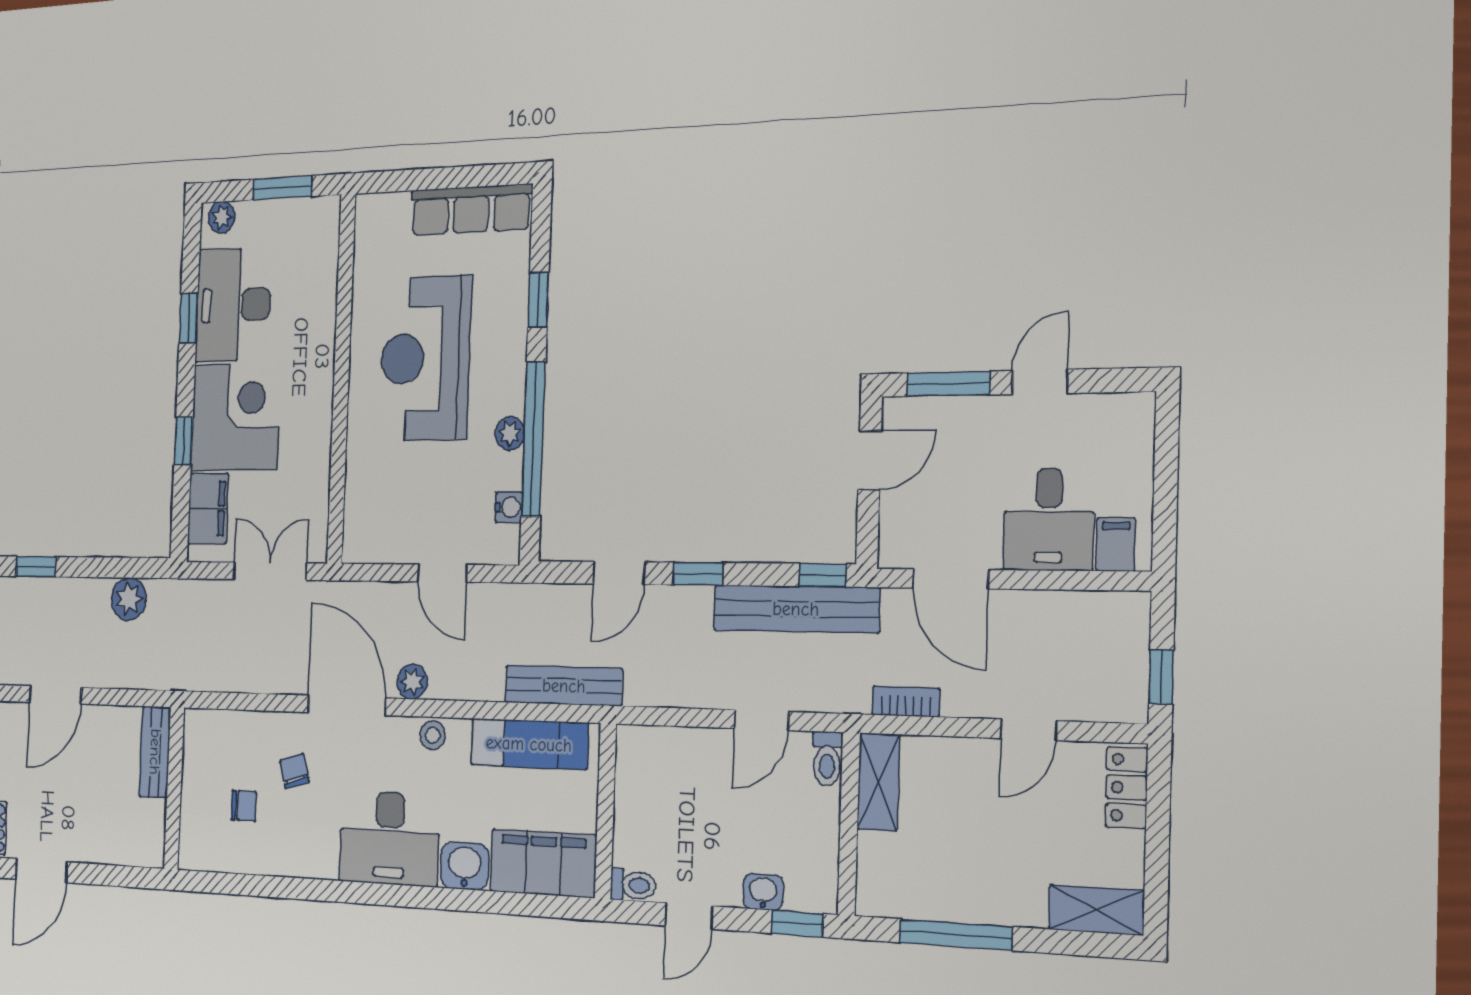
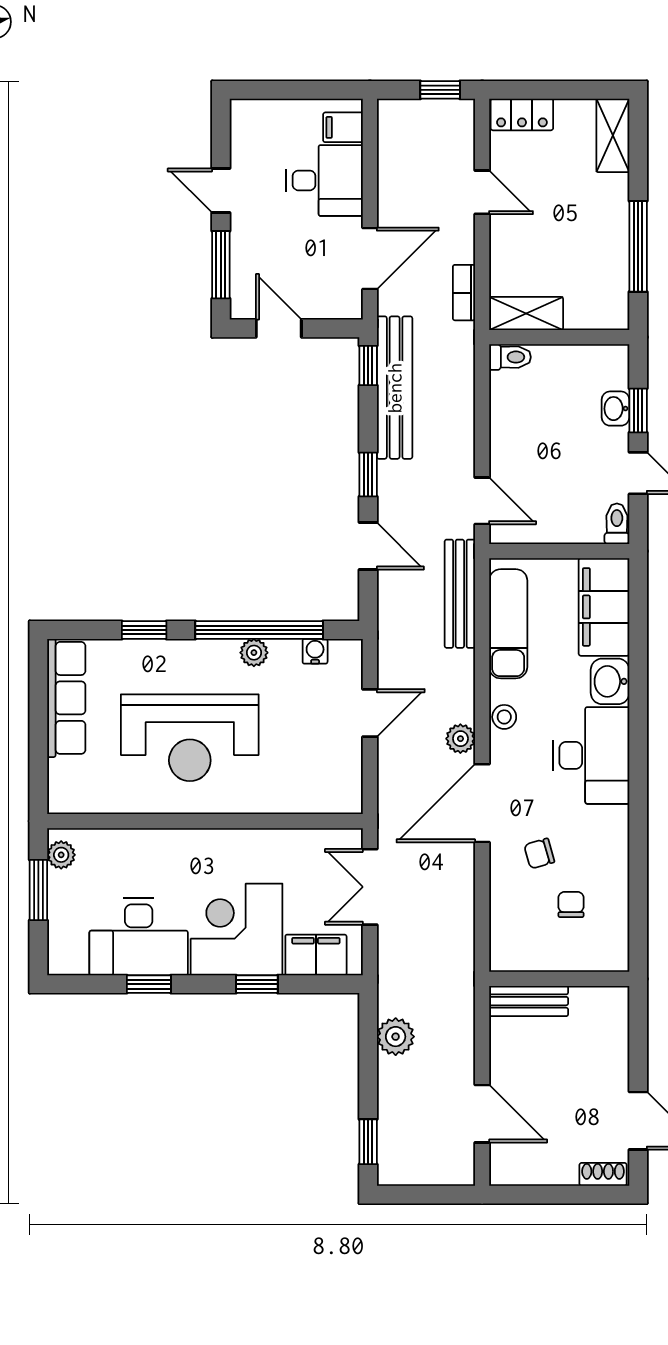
plant: (222, 217) -> (61, 855), moved
door: (761, 720) -> (482, 501), moved
window: (797, 924) -> (638, 411), moved

